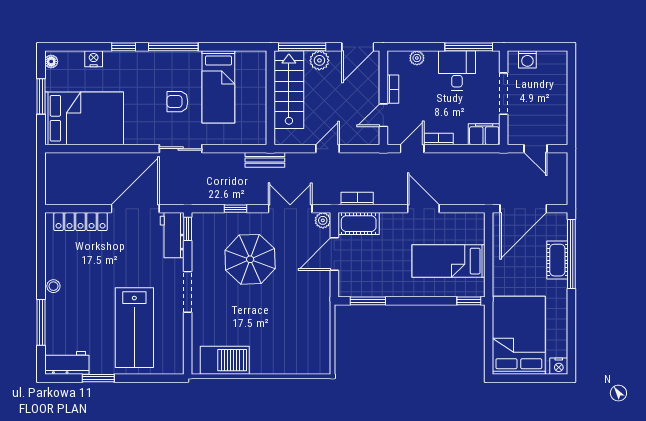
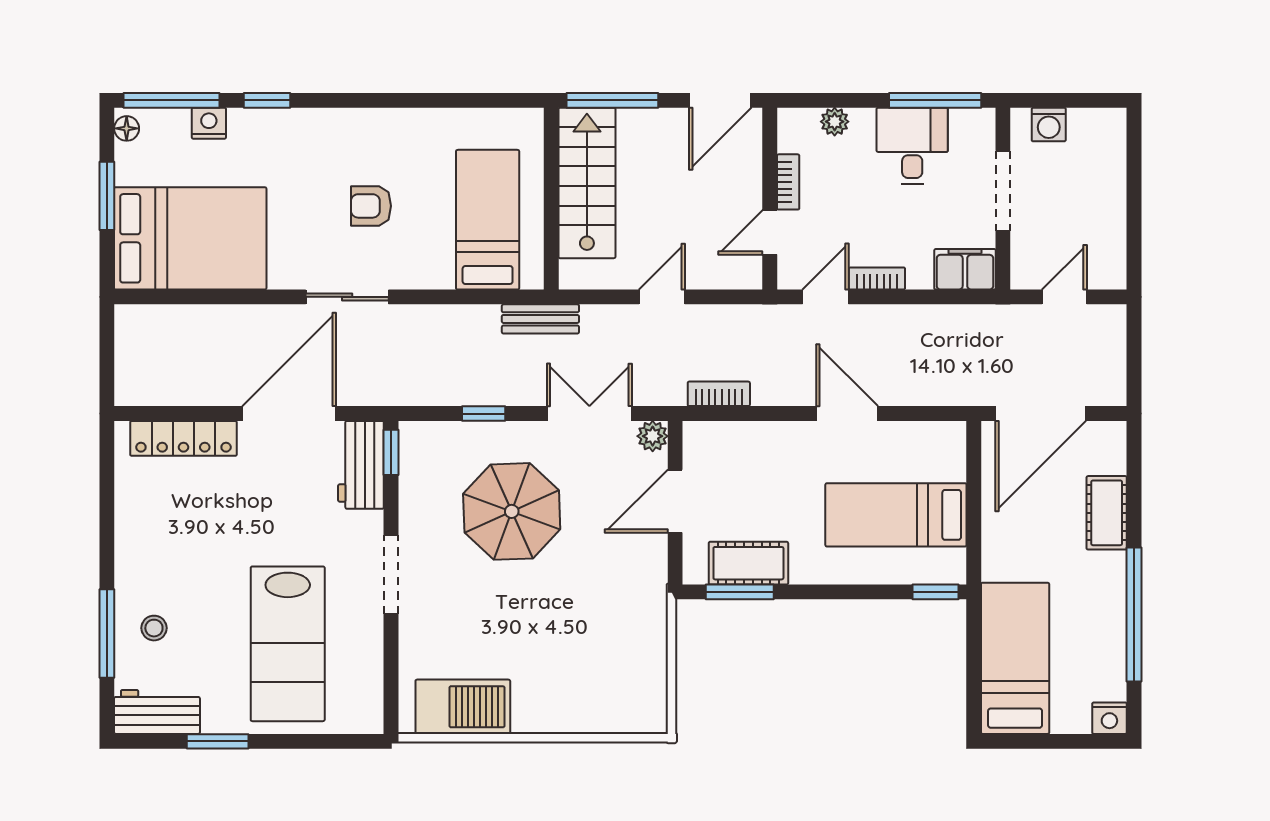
window: (173, 47) -> (171, 100), moved
plant: (319, 60) -> (646, 126), removed
bed: (218, 87) -> (488, 220), moved, turned 180
sliding door: (181, 149) -> (347, 297), moved
door: (535, 149) -> (1064, 297), swing flipped
cot: (359, 224) -> (748, 563), moved
window: (571, 254) -> (1134, 614), moved
stool: (53, 286) -> (154, 628), moved
bed: (519, 335) -> (1015, 658), width x0.67

